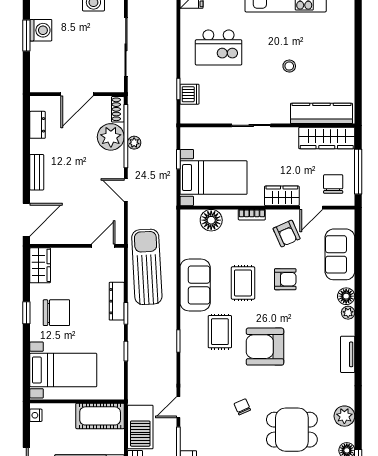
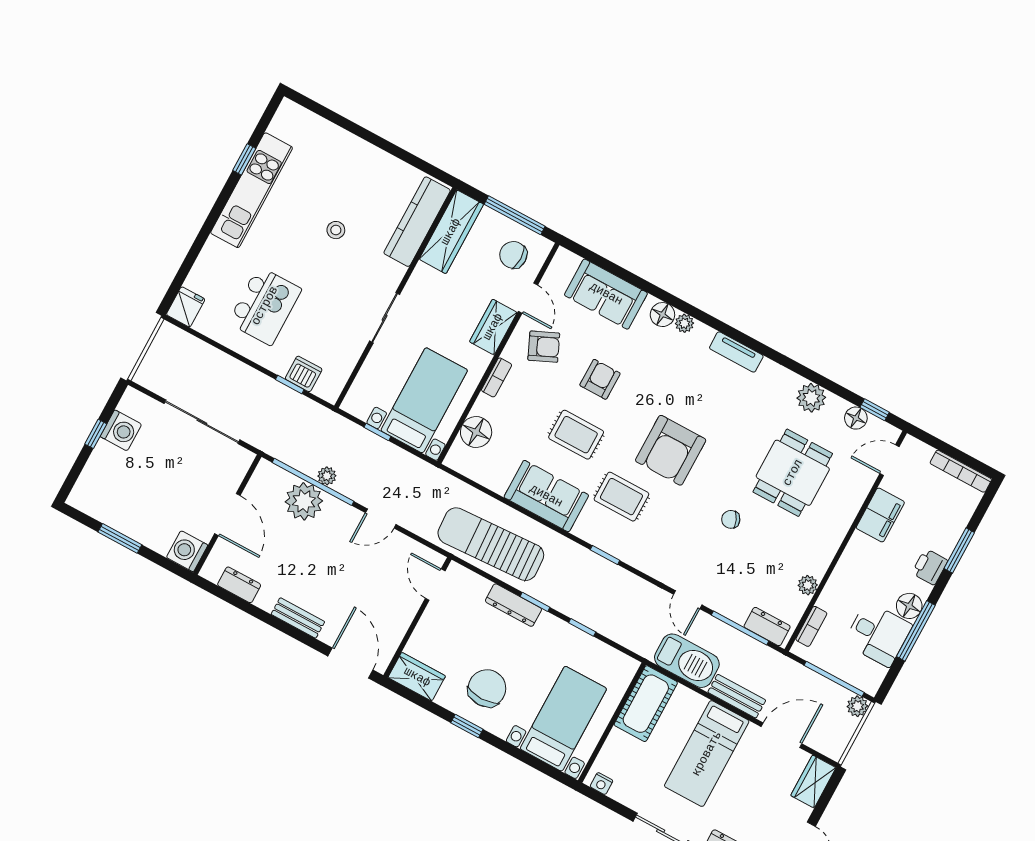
washing machine: (41, 30) -> (187, 551), moved, turned -90
shoe rack: (118, 109) -> (274, 474), removed

